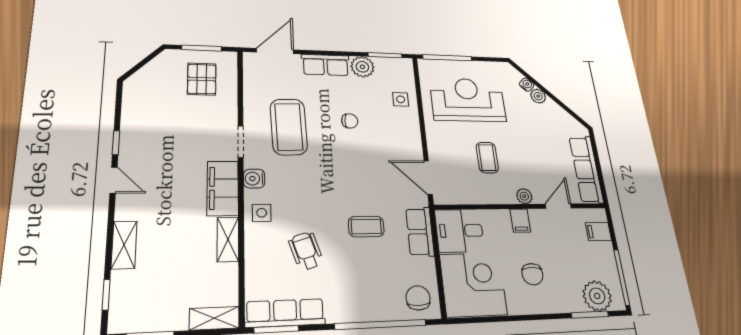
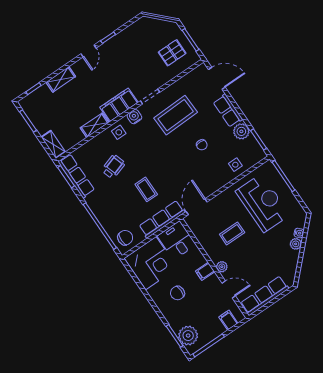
row of seats: (420, 232) -> (162, 219), width x1.48

